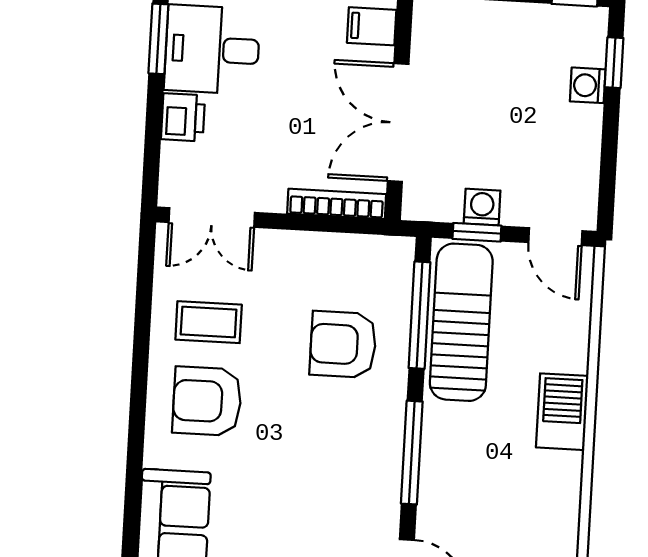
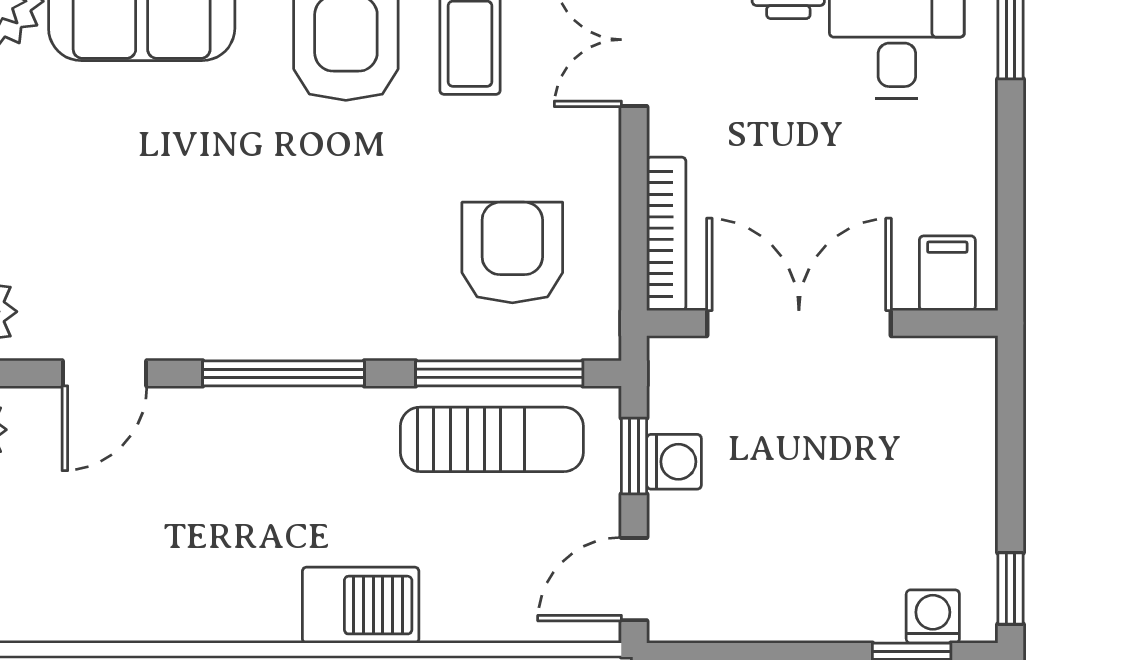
washing machine: (588, 85) -> (933, 617), moved
sun lounger: (461, 322) -> (492, 439), width x0.73, depth x0.75
armchair: (343, 344) -> (512, 252), moved

